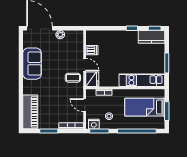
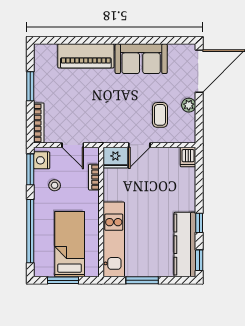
kitchen counter: (152, 37) -> (185, 245), width x1.50
dishwasher: (92, 50) -> (188, 157), moved
coffee table: (73, 78) -> (160, 115), moved
door: (85, 105) -> (73, 145), swing flipped
piano: (30, 112) -> (86, 56), moved

